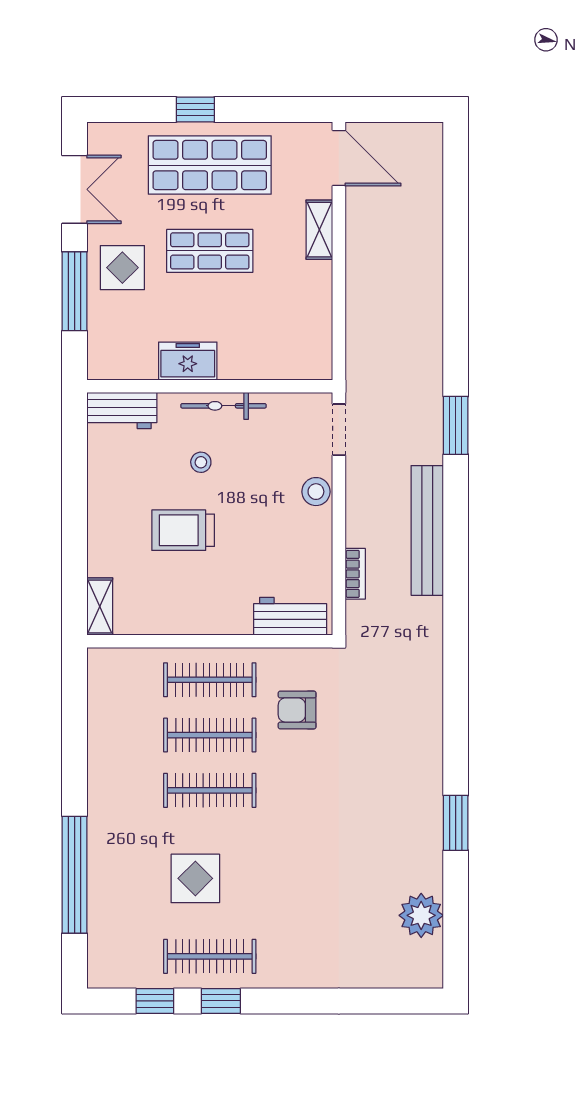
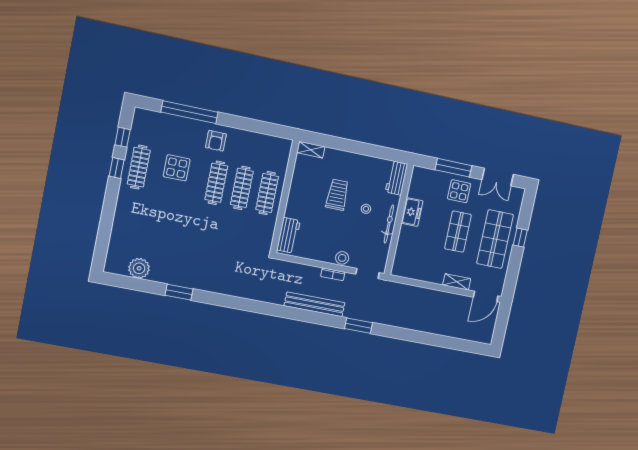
bookcase: (355, 574) -> (333, 274), moved
armchair: (297, 710) -> (216, 141), moved, turned 180

